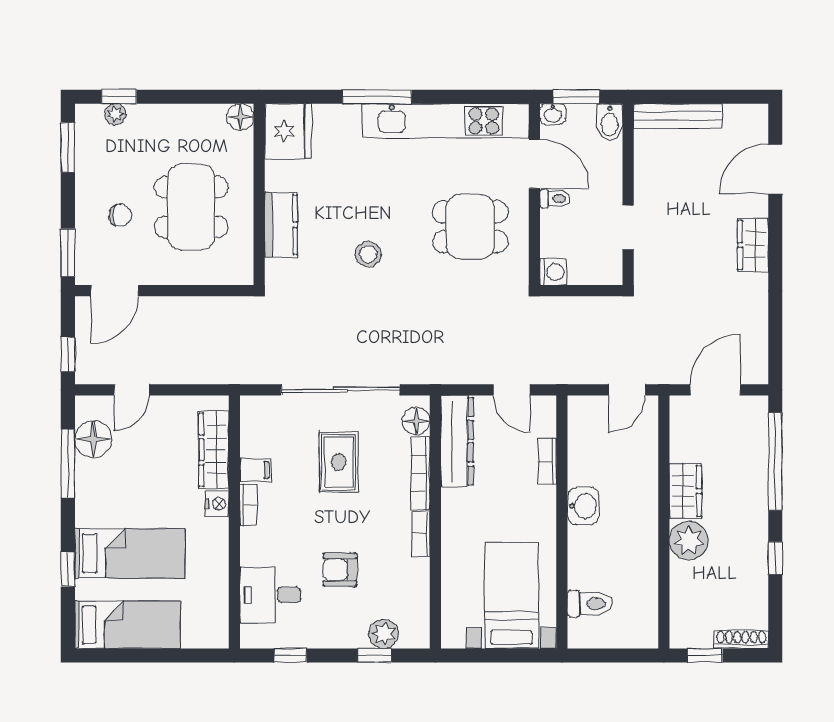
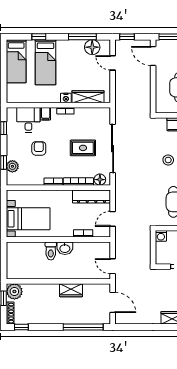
filing cabinet: (255, 470) -> (46, 114), moved
plant: (689, 541) -> (14, 292), moved
window: (775, 558) -> (21, 327), moved
toilet: (590, 604) -> (51, 251), moved

